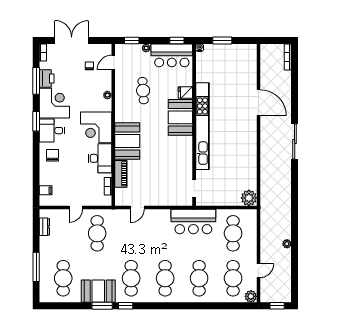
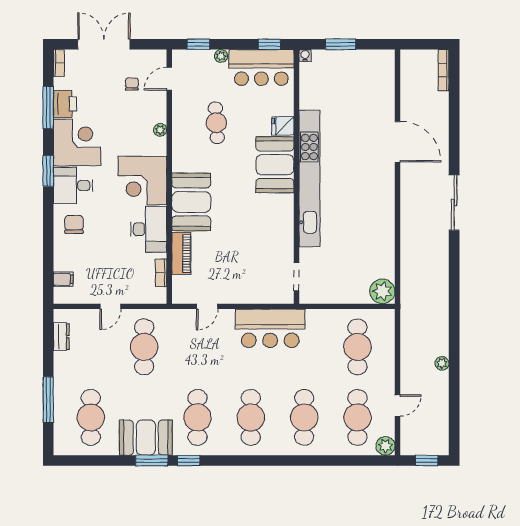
bar counter: (193, 222) -> (270, 328), moved

